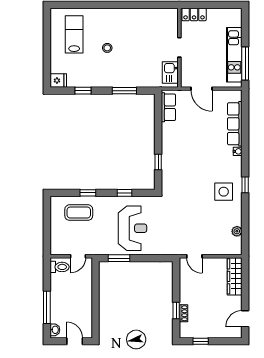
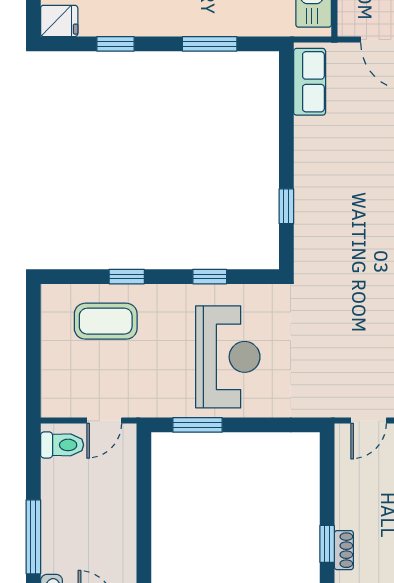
door: (194, 256) -> (369, 421), hinge flipped

